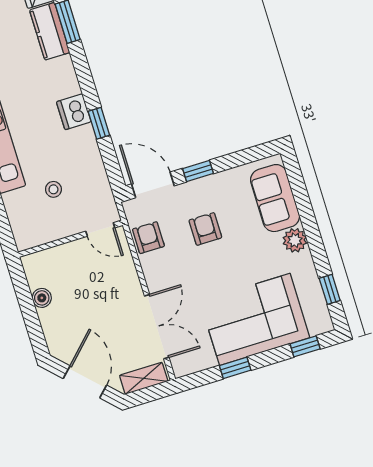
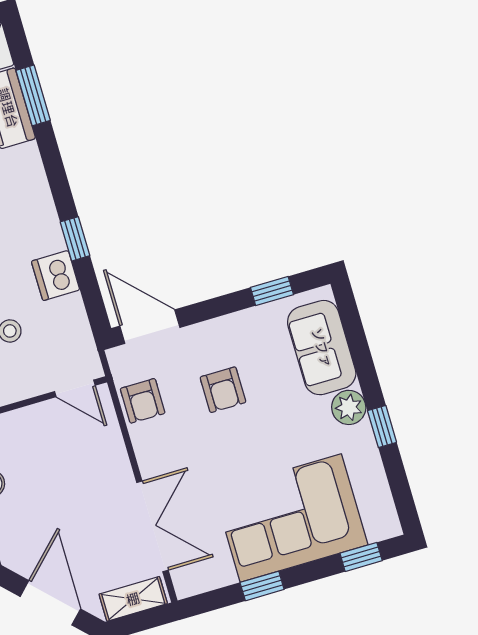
dishwasher: (74, 112) -> (56, 276), moved
window: (198, 171) -> (272, 291), moved
armchair: (205, 229) -> (223, 390), turned 180
armchair: (148, 238) -> (143, 401), turned 180
window: (330, 289) -> (382, 426), moved

